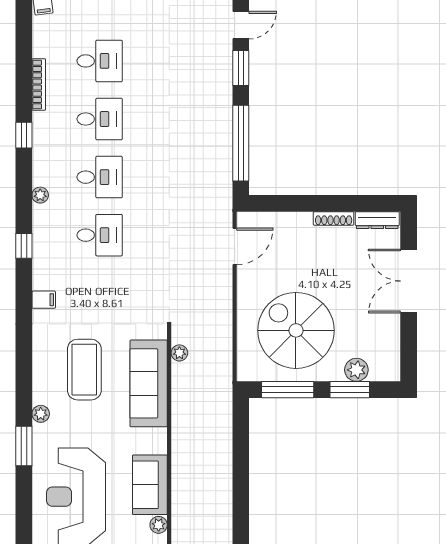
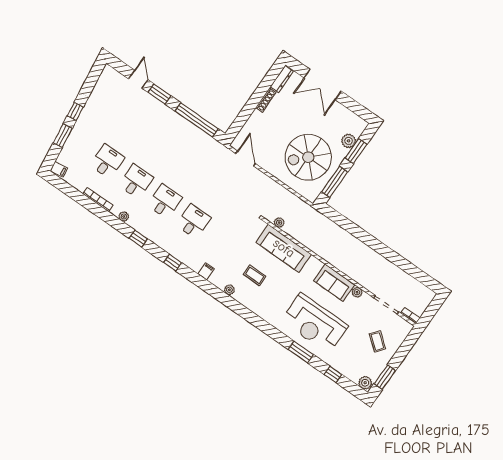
window: (24, 135) -> (138, 239), moved
plant: (40, 195) -> (124, 216), moved
coffee table: (84, 370) -> (255, 275), width x0.54, depth x0.58
plant: (41, 414) -> (229, 290), moved
window: (24, 446) -> (301, 352), moved

